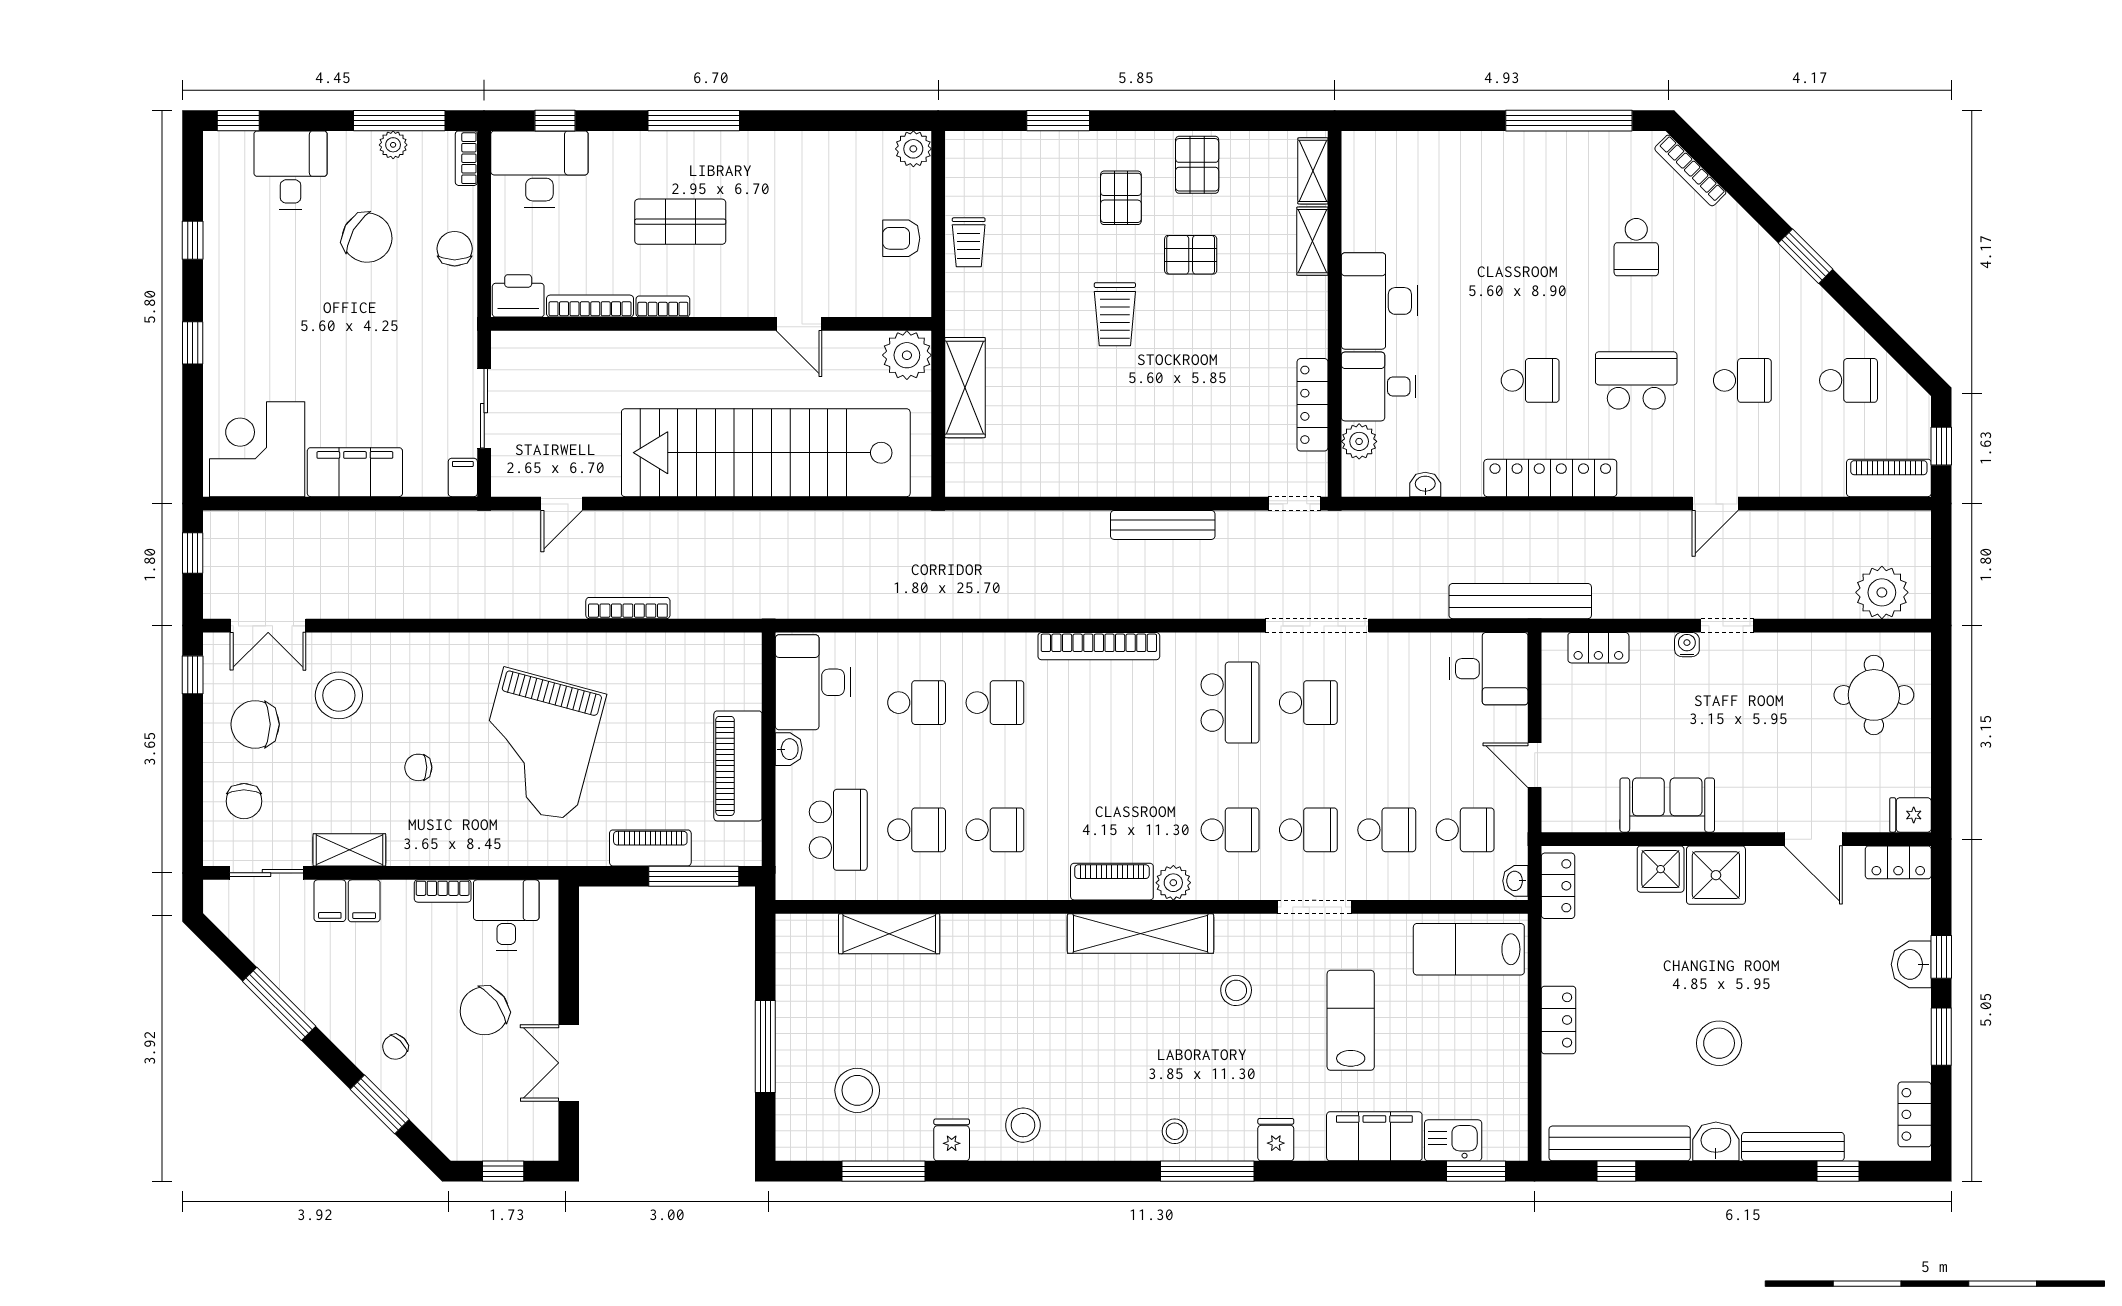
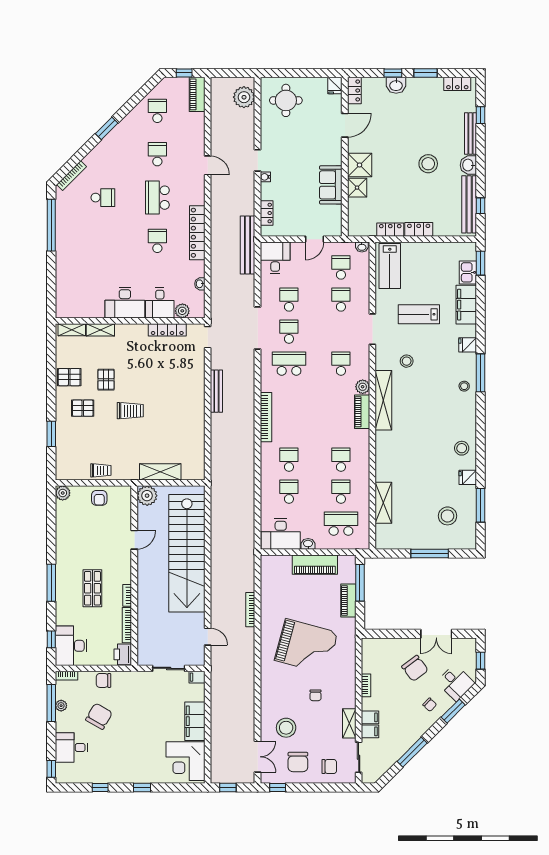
school desk: (1308, 830) -> (289, 300), moved
locker: (1558, 886) -> (390, 230), moved
desk: (506, 915) -> (456, 682), moved, turned -135

